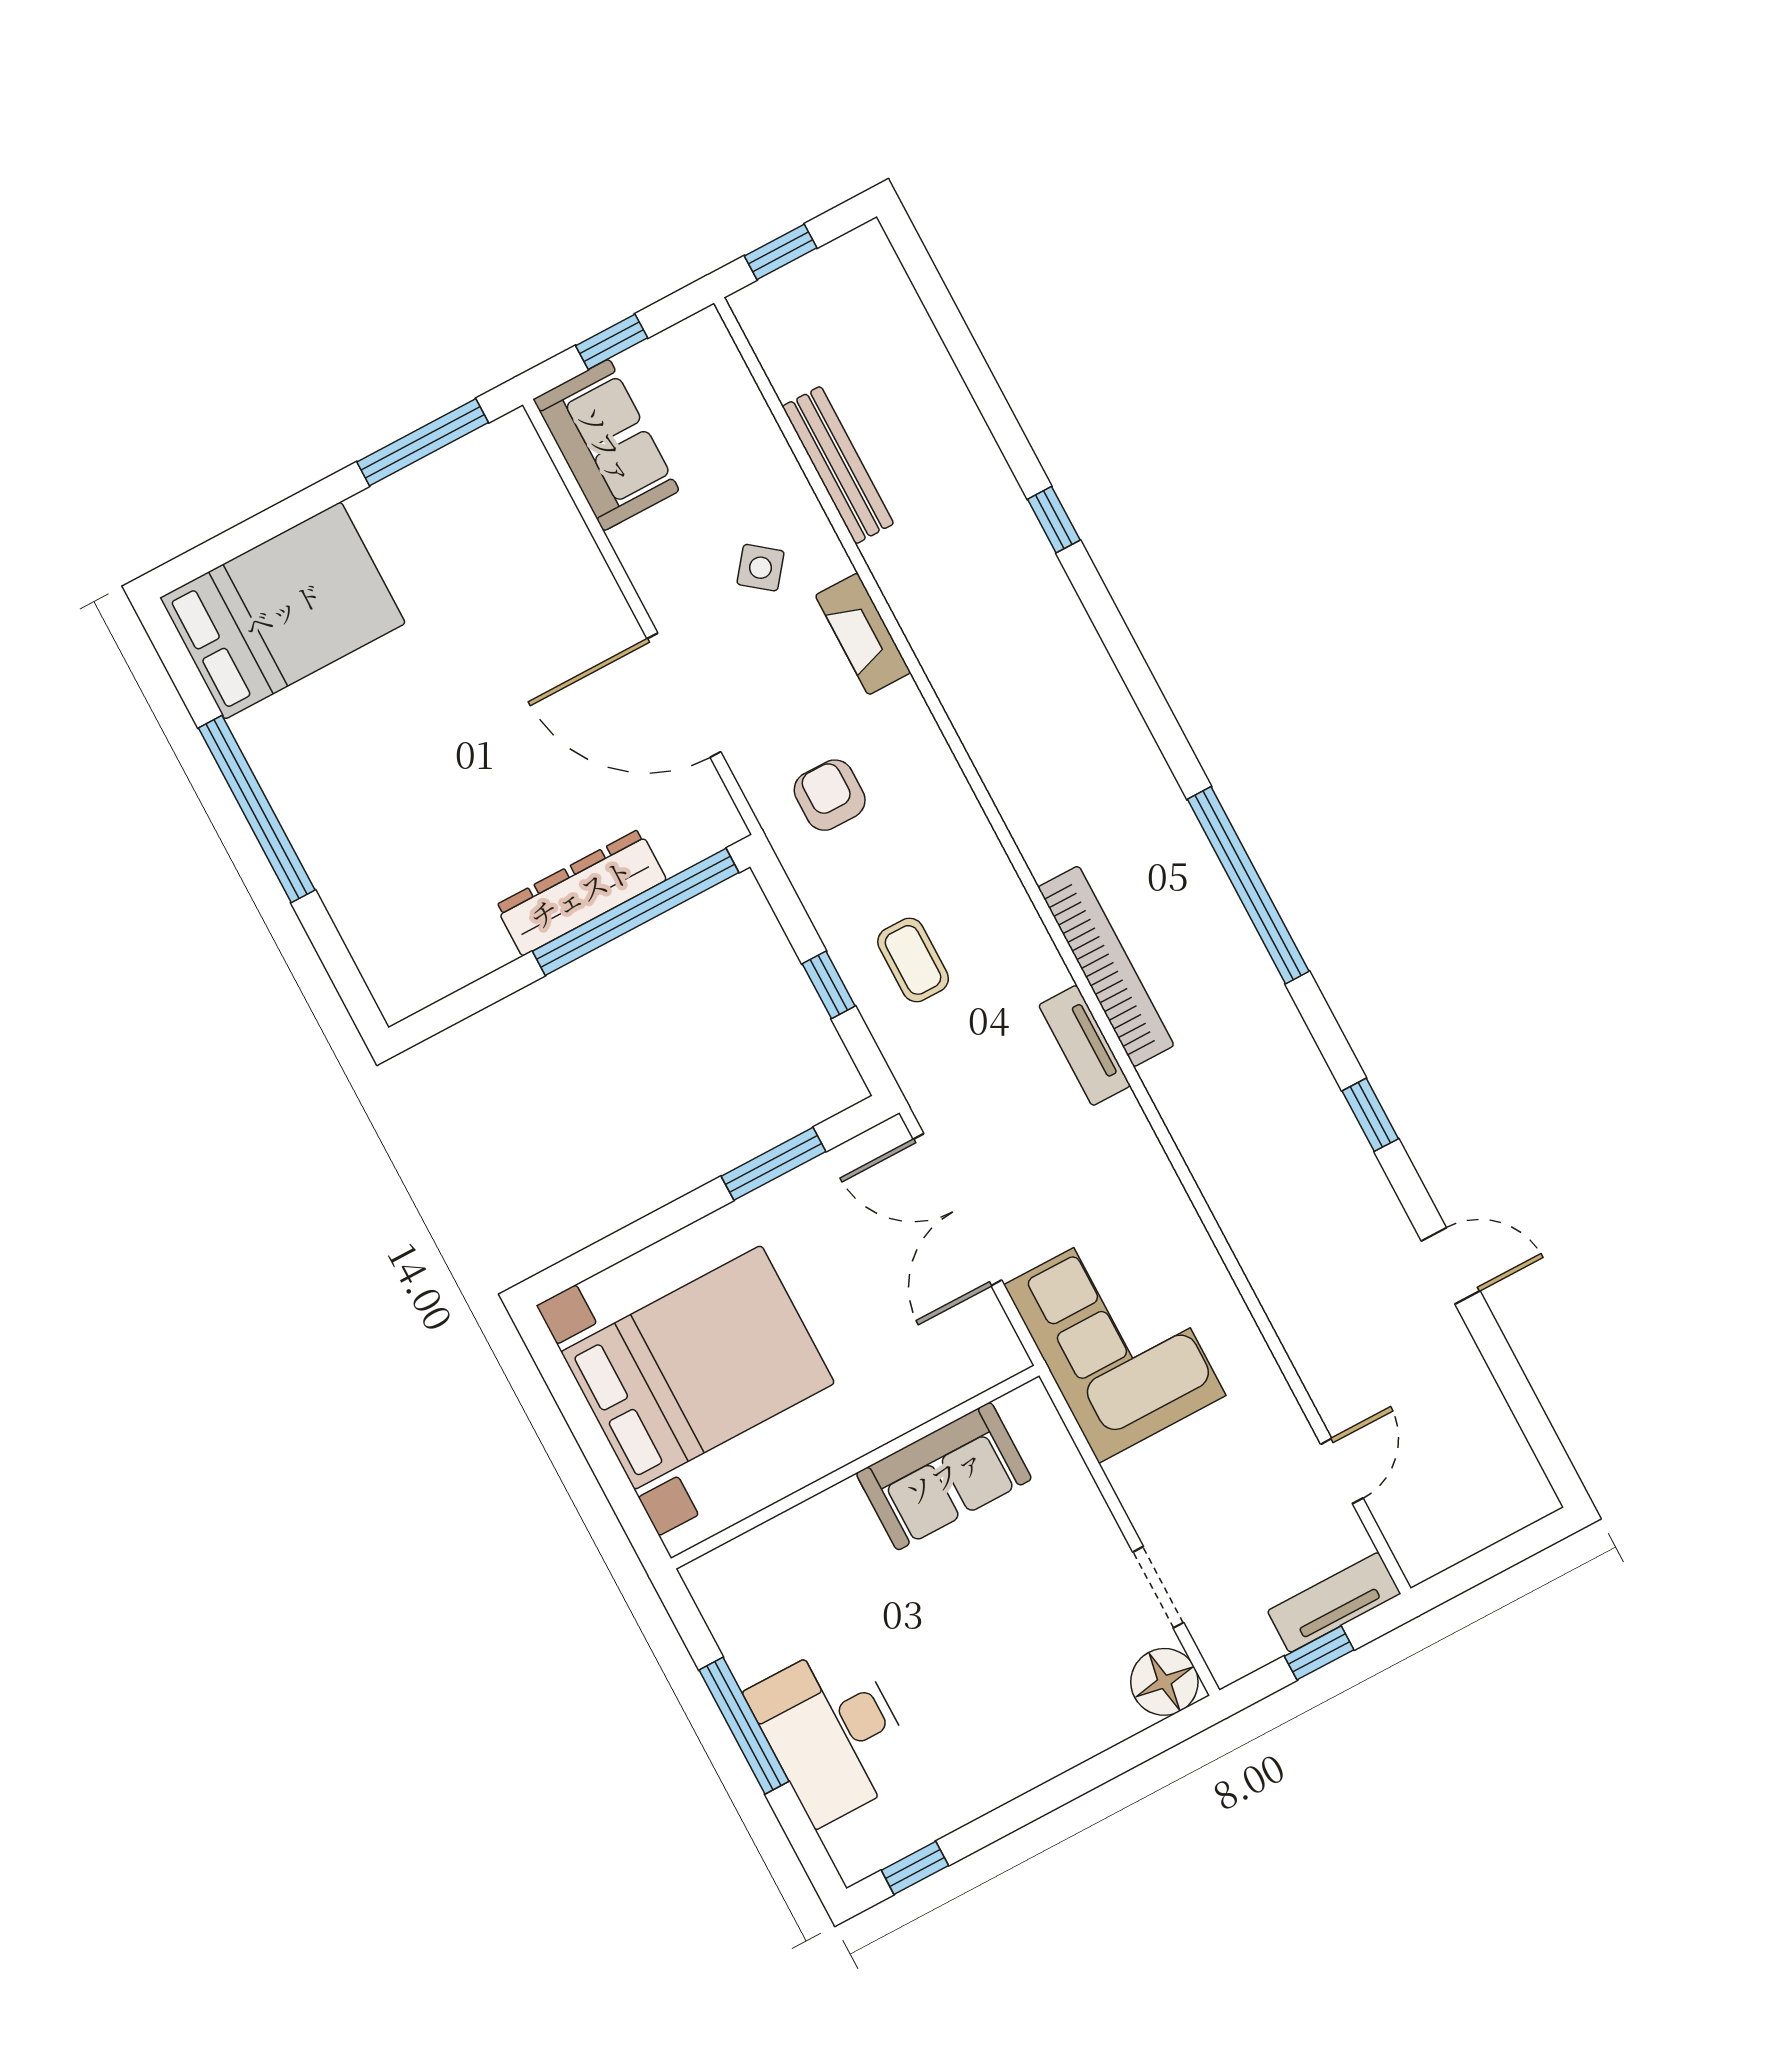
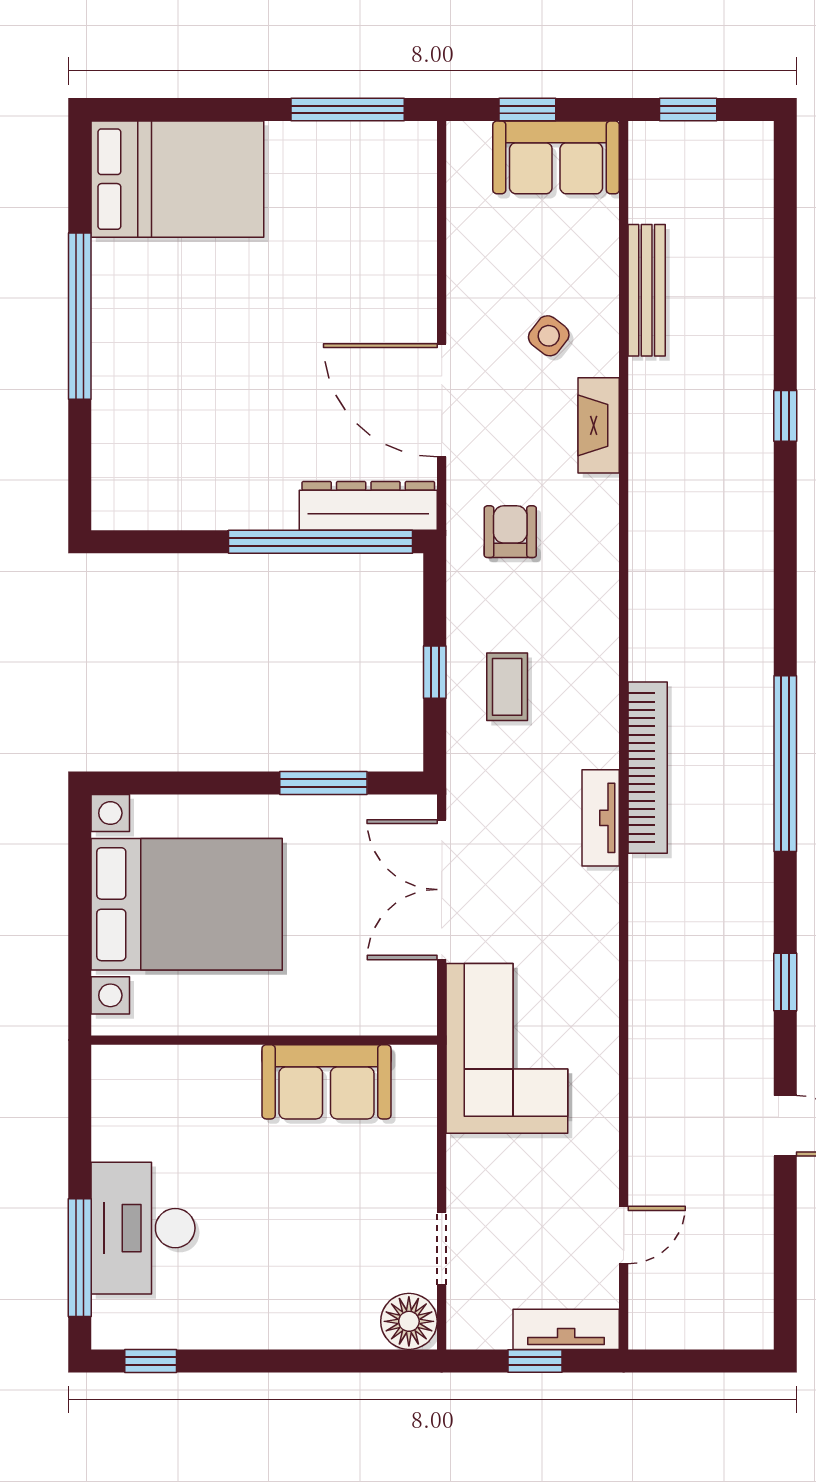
sofa: (606, 445) -> (556, 157), moved, turned 90
dresser: (581, 893) -> (368, 506), moved
window: (744, 1726) -> (80, 1258), moved

